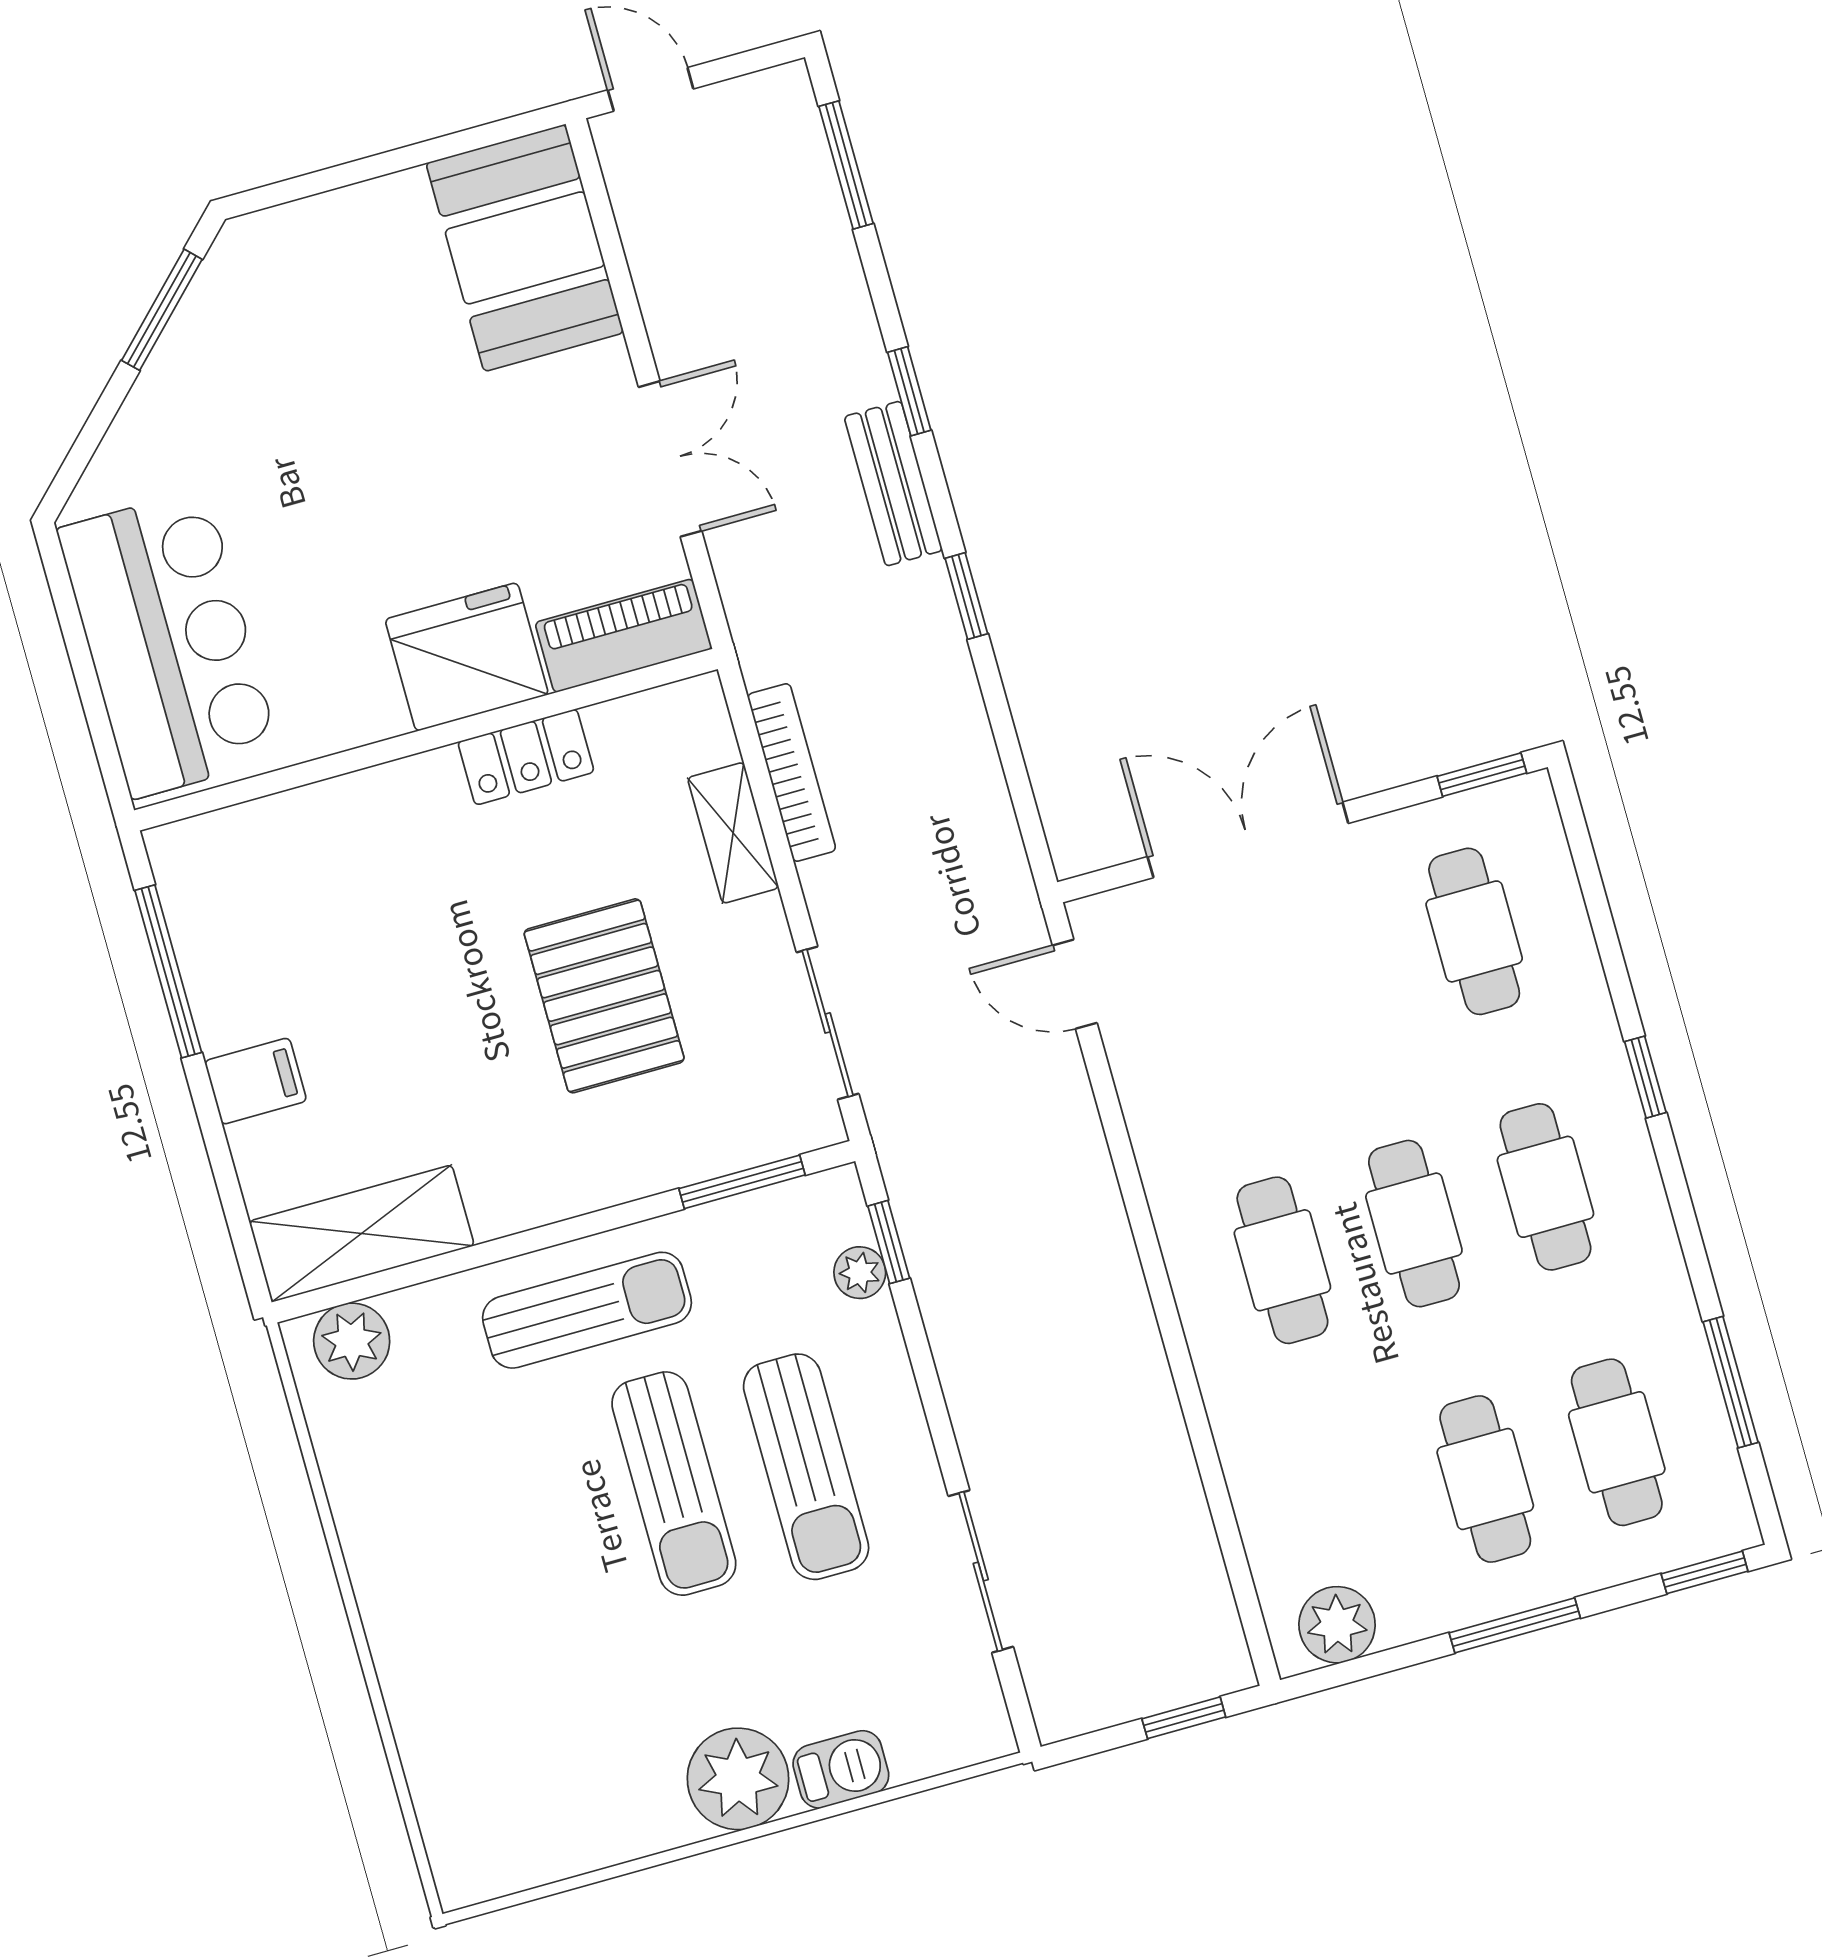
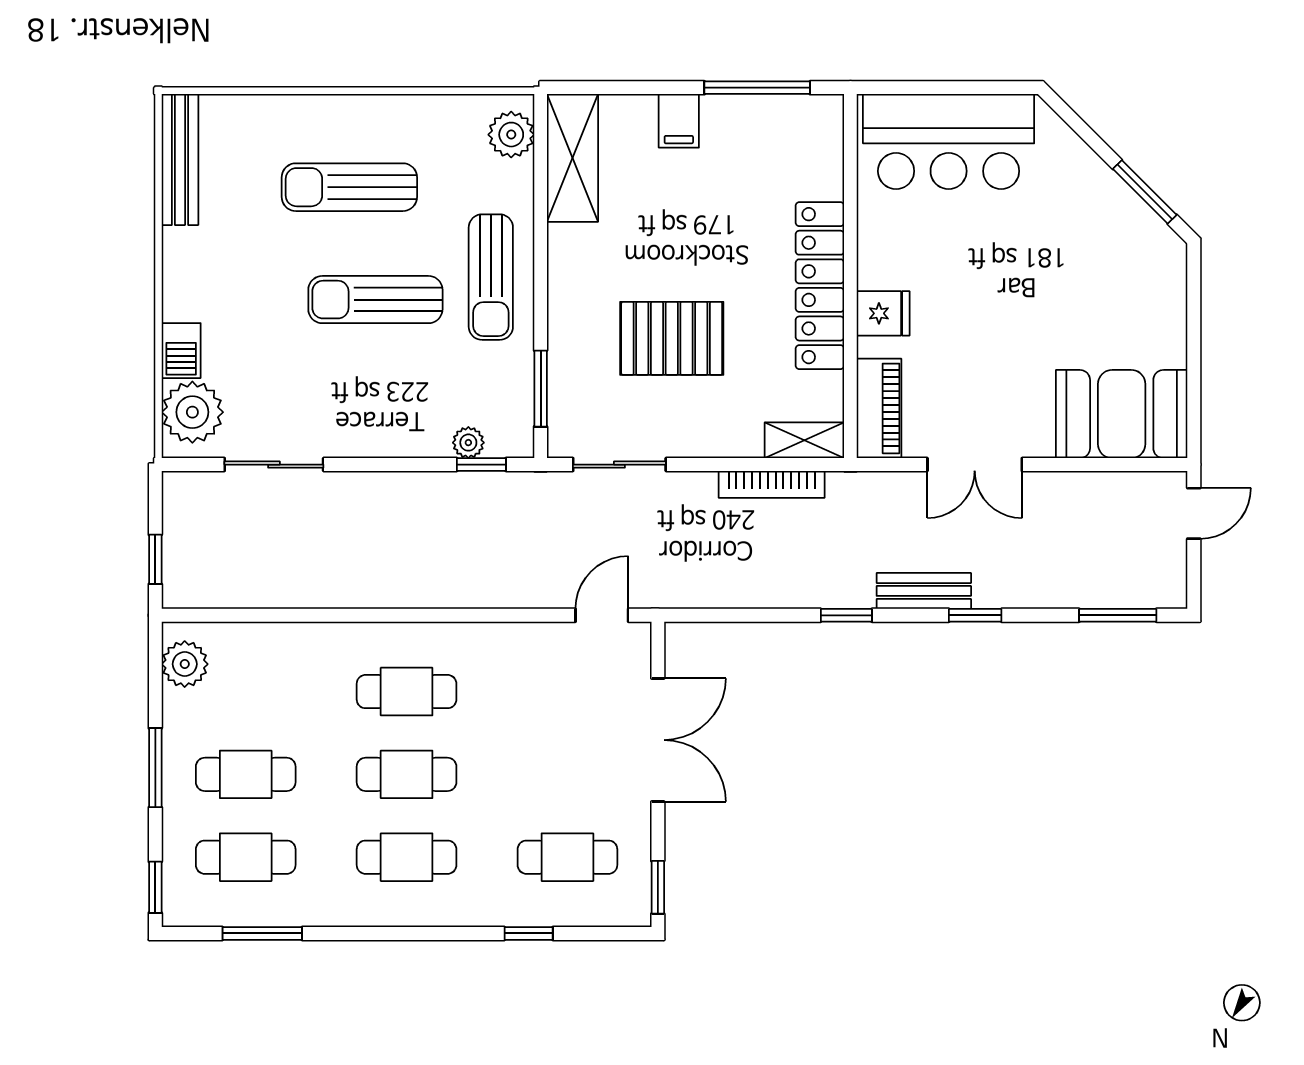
fridge: (467, 657) -> (883, 313), width x0.53, depth x0.75
locker: (526, 757) -> (820, 286), width x2.16, depth x1.21
shelving: (733, 833) -> (804, 440), moved
window: (1645, 1077) -> (529, 933), moved
sun lounger: (806, 1467) -> (349, 187), moved
plant: (738, 1779) -> (192, 412), moved
bench: (538, 1856) -> (180, 160), added

